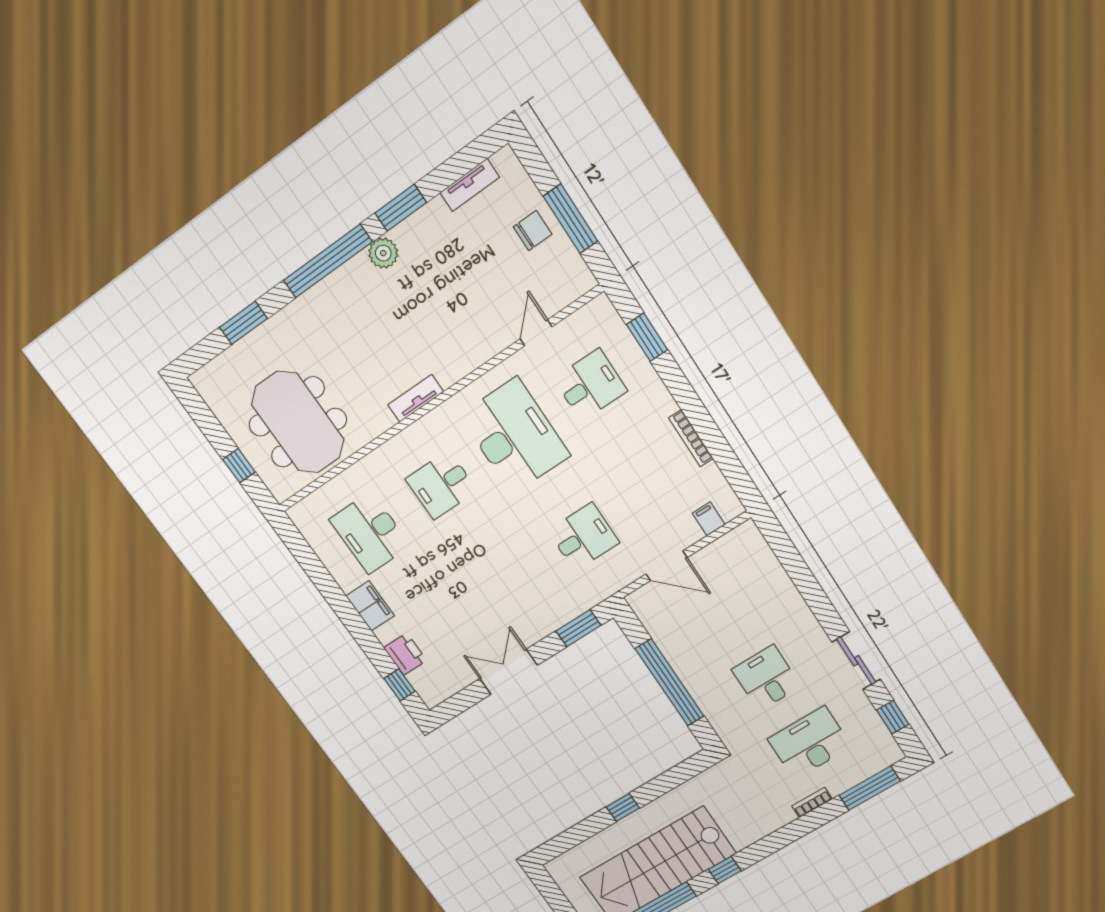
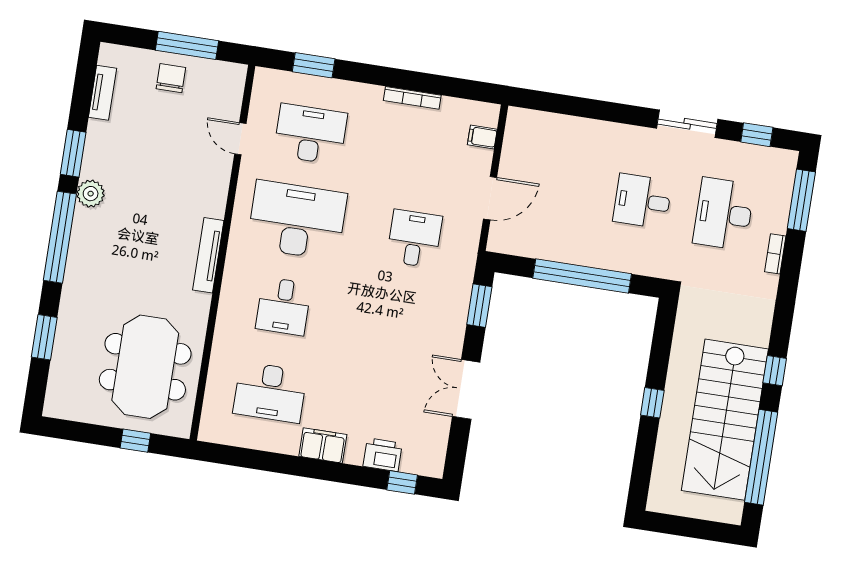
desk: (590, 385) -> (310, 134), width x1.37
tv unit: (416, 398) -> (208, 255), width x1.41
meeting table: (298, 422) -> (145, 367), turned 90

